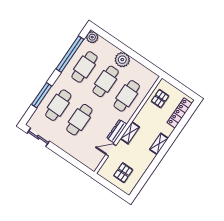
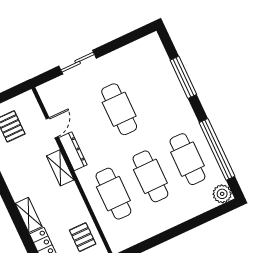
plant: (122, 60) -> (167, 217), removed
cafe table: (58, 105) -> (156, 92), removed
sliding door: (38, 137) -> (78, 62), moved
shelving: (159, 144) -> (29, 215), moved

